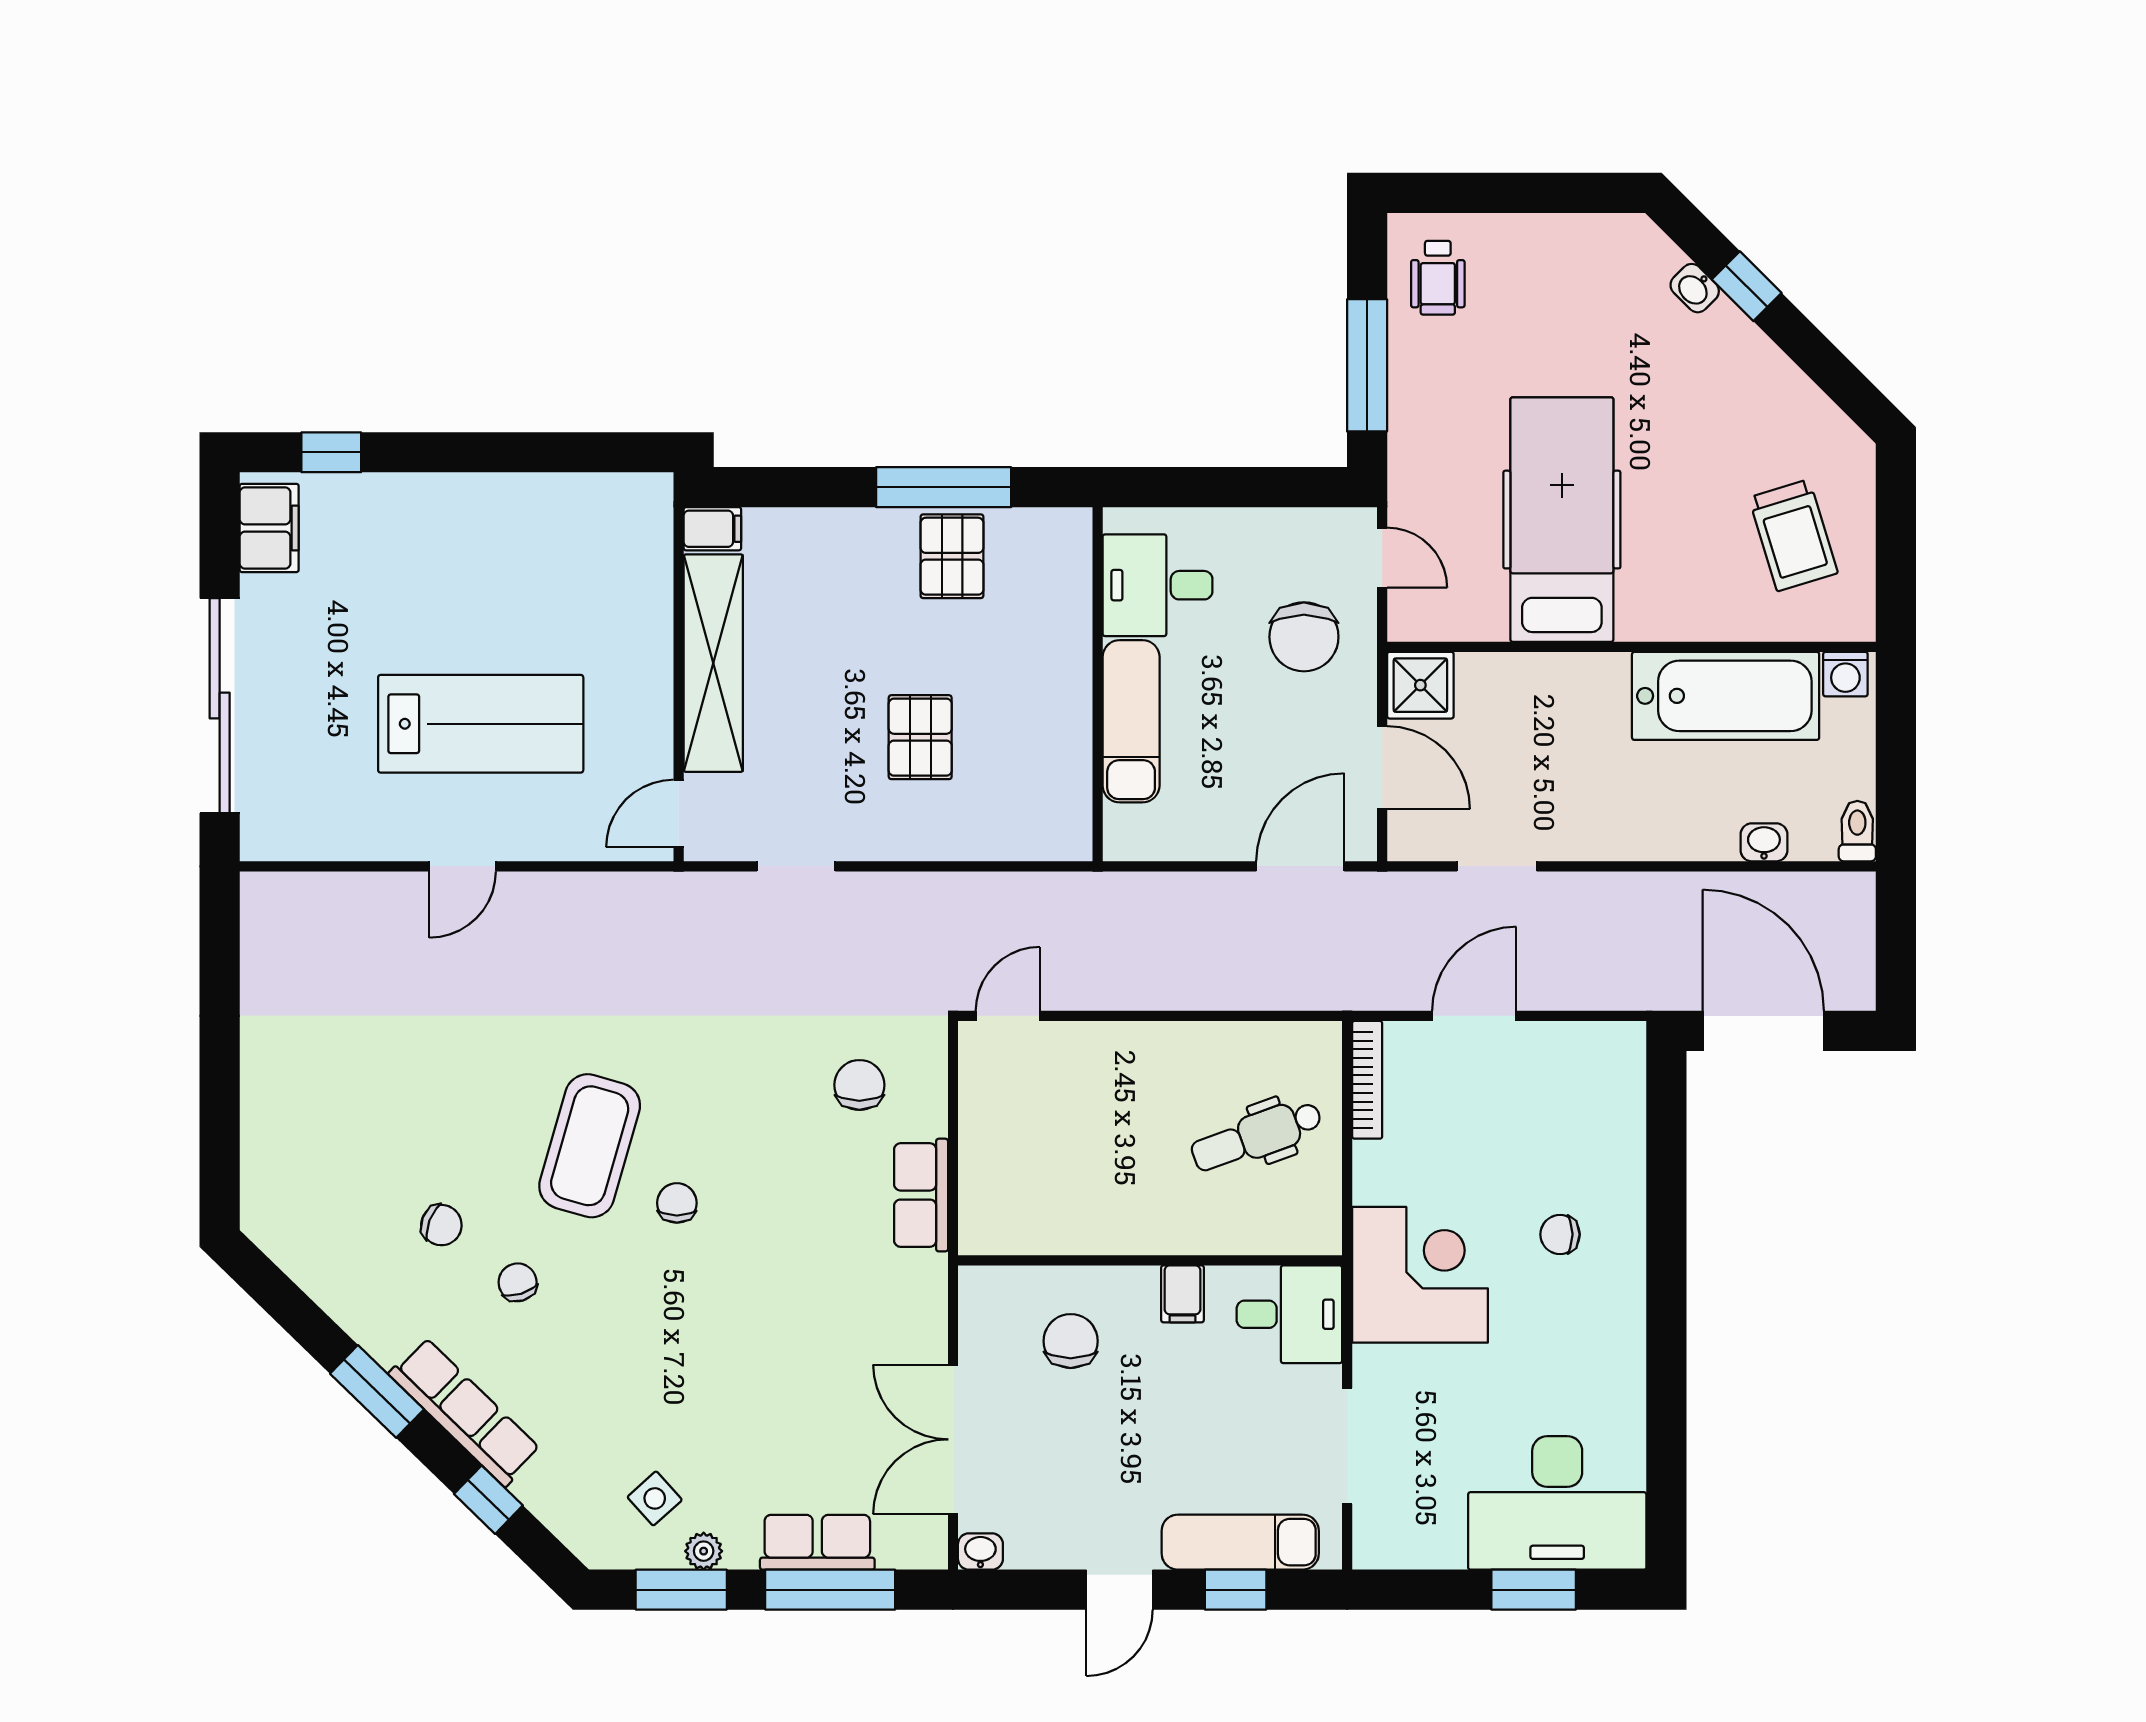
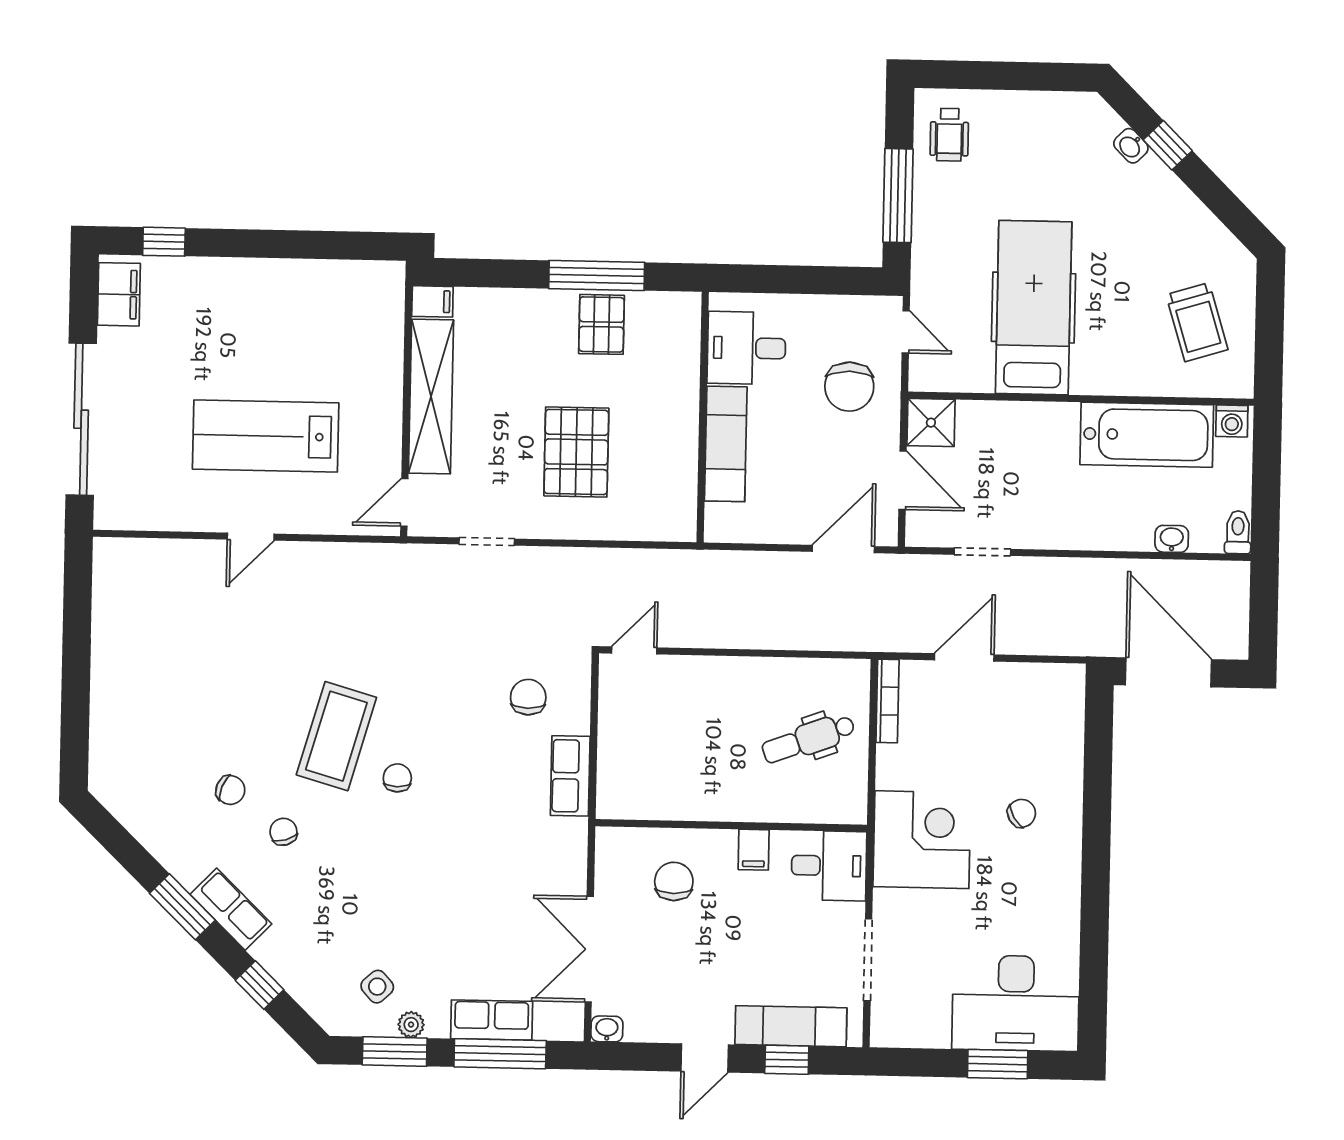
lab bench: (481, 724) -> (266, 436), turned 180
pallet: (920, 737) -> (576, 452), width x1.50, depth x1.42
chair: (1560, 1234) -> (1022, 813), turned 149
row of seats: (465, 1412) -> (231, 909), width x0.68

